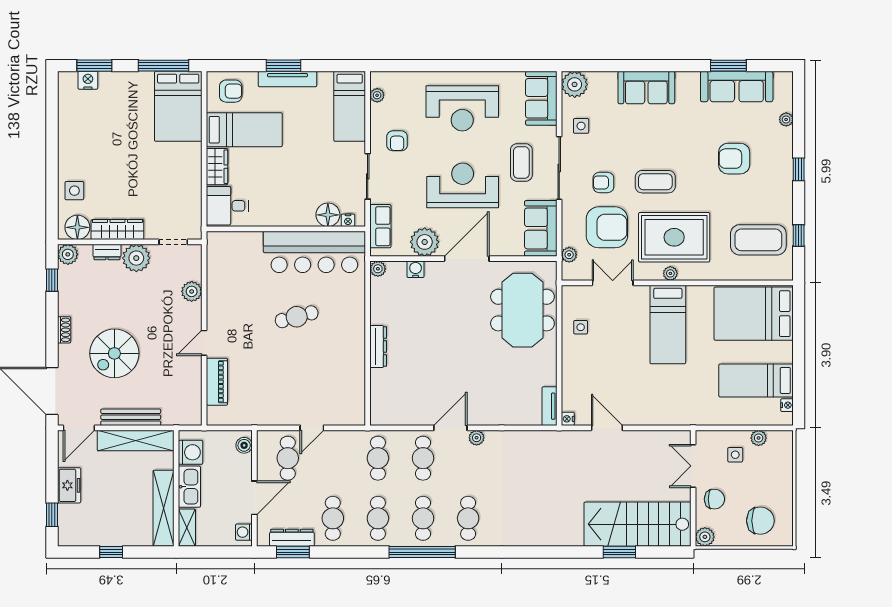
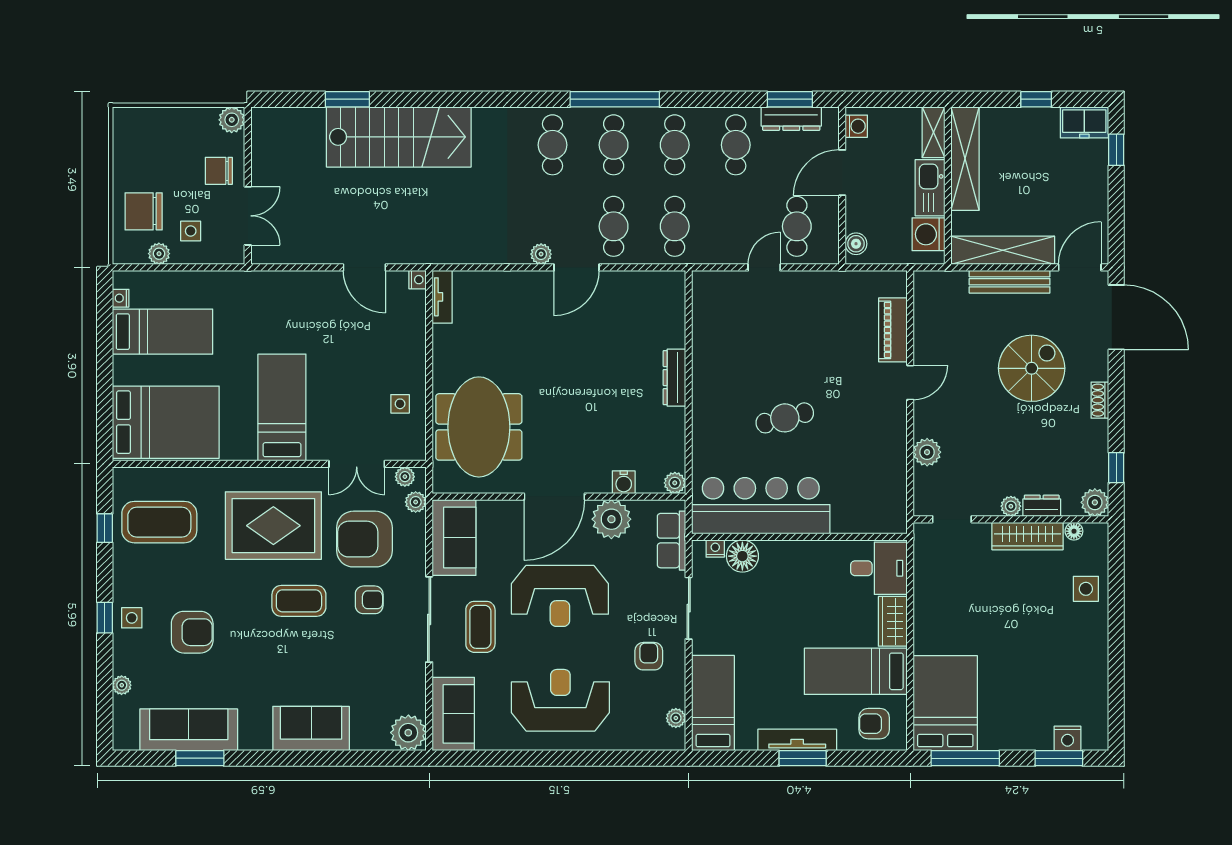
side table: (581, 126) -> (132, 618), moved
floor lamp: (77, 227) -> (1074, 531), width x0.53, depth x0.53
plant: (136, 258) -> (1011, 506), width x0.53, depth x0.53
plant: (670, 273) -> (405, 477), moved
freezer: (69, 485) -> (1084, 122), moved, turned -90
chair: (760, 521) -> (144, 211), moved
stairs: (637, 524) -> (399, 137), moved

